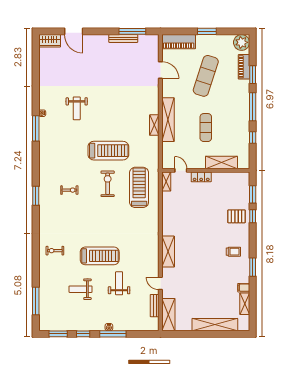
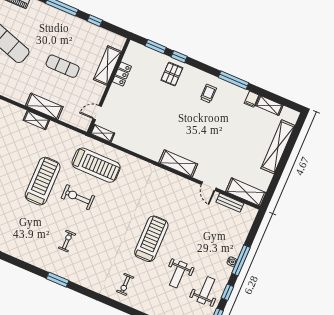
shelving: (168, 120) -> (44, 106), width x0.68
locker: (201, 177) -> (122, 74), moved
treadmill: (139, 187) -> (96, 165), turned 180
window: (253, 267) -> (234, 80), width x1.44
weight bench: (119, 283) -> (206, 290), moved, turned 90
door: (160, 283) -> (209, 186), hinge flipped

